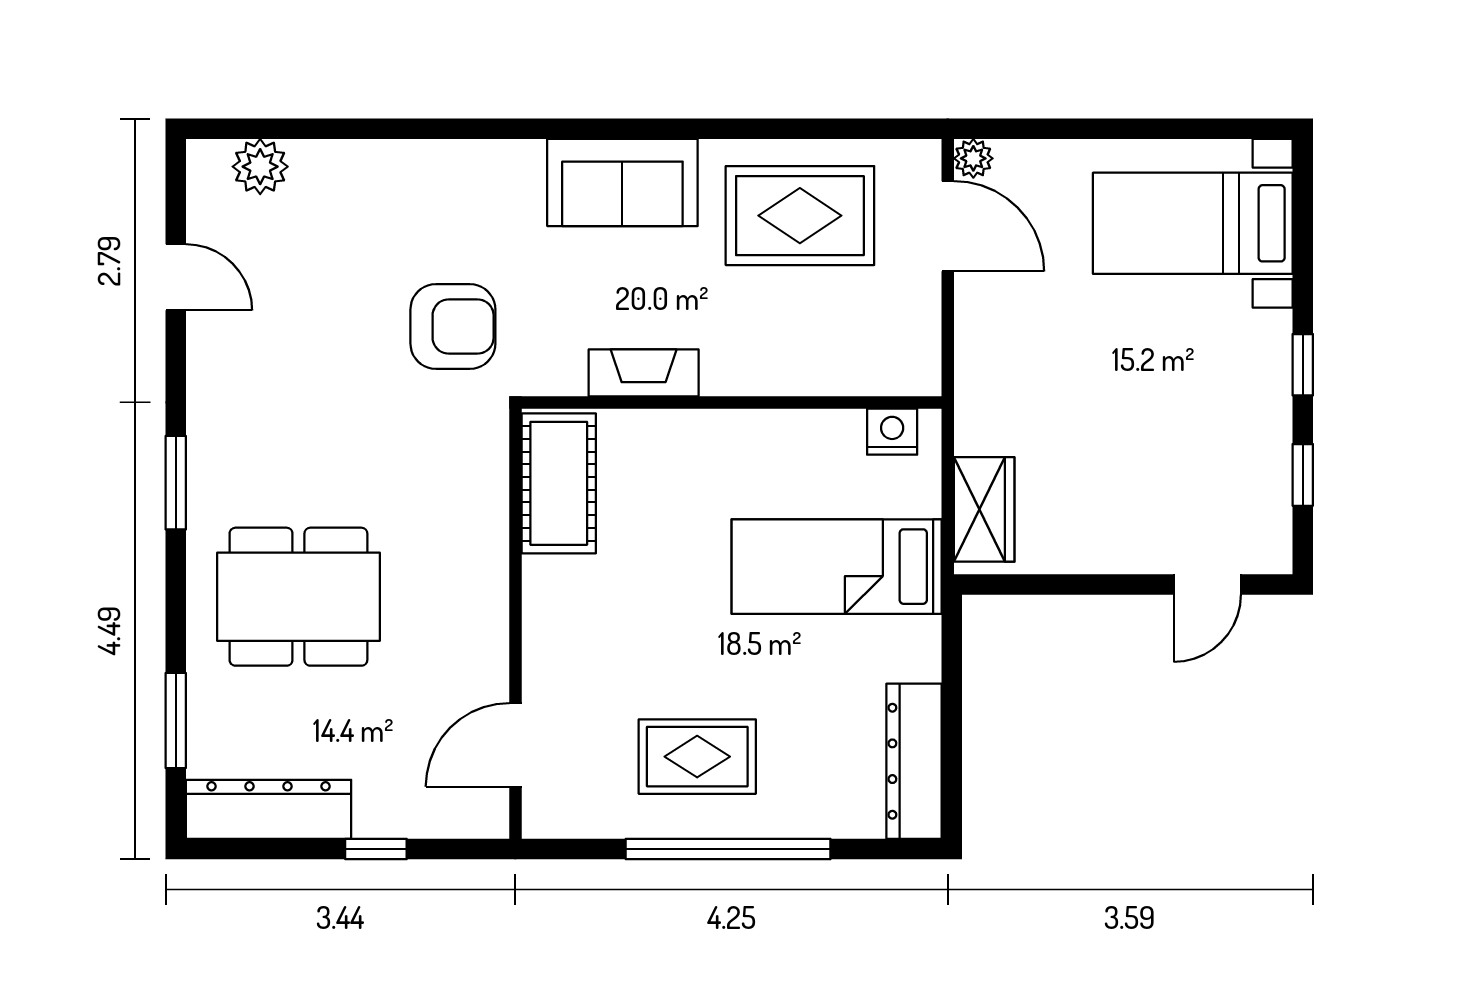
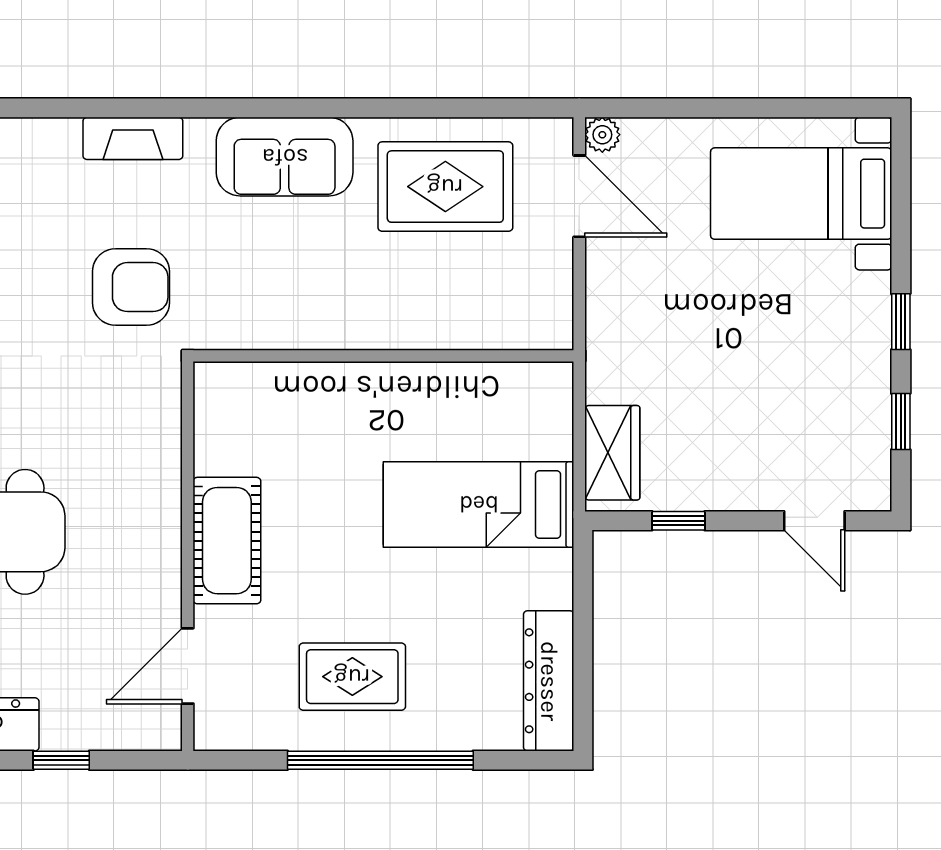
fireplace: (644, 373) -> (133, 138), moved, turned 180
nightstand: (892, 432) -> (529, 382), removed
cot: (559, 483) -> (227, 541), moved
window: (1057, 584) -> (678, 521), added
door: (1207, 584) -> (814, 521), hinge flipped

